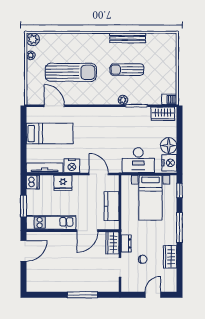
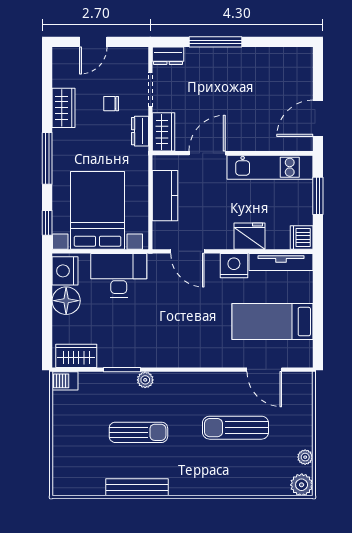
sun lounger: (71, 72) -> (236, 428), width x0.73, depth x0.75
bed with nightstands: (151, 198) -> (97, 210), width x1.36
dresser: (110, 287) -> (168, 56), added

